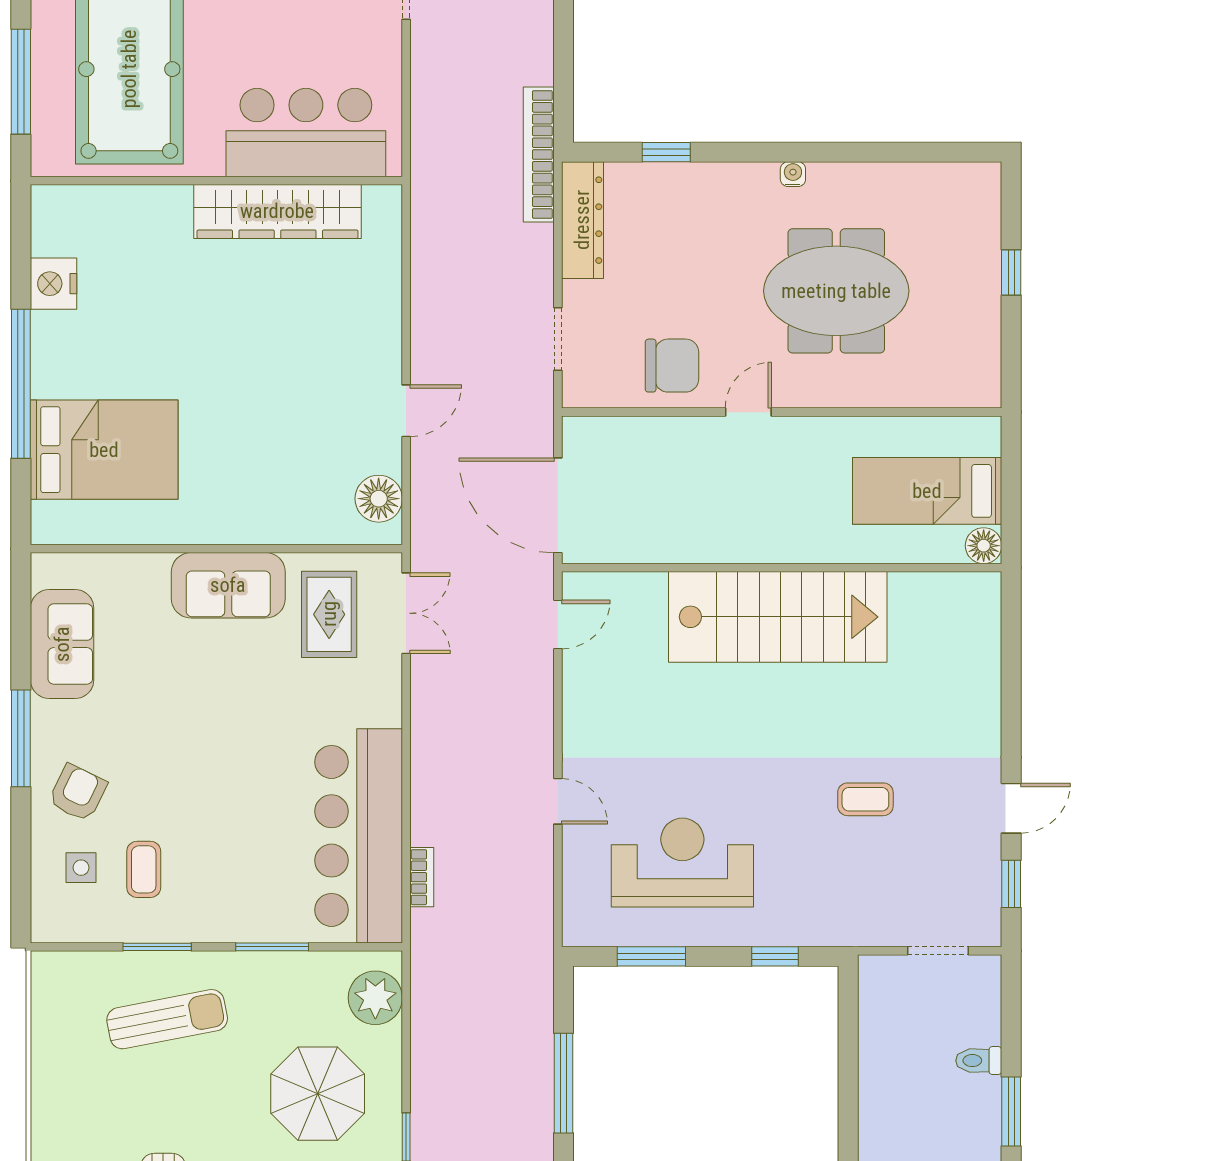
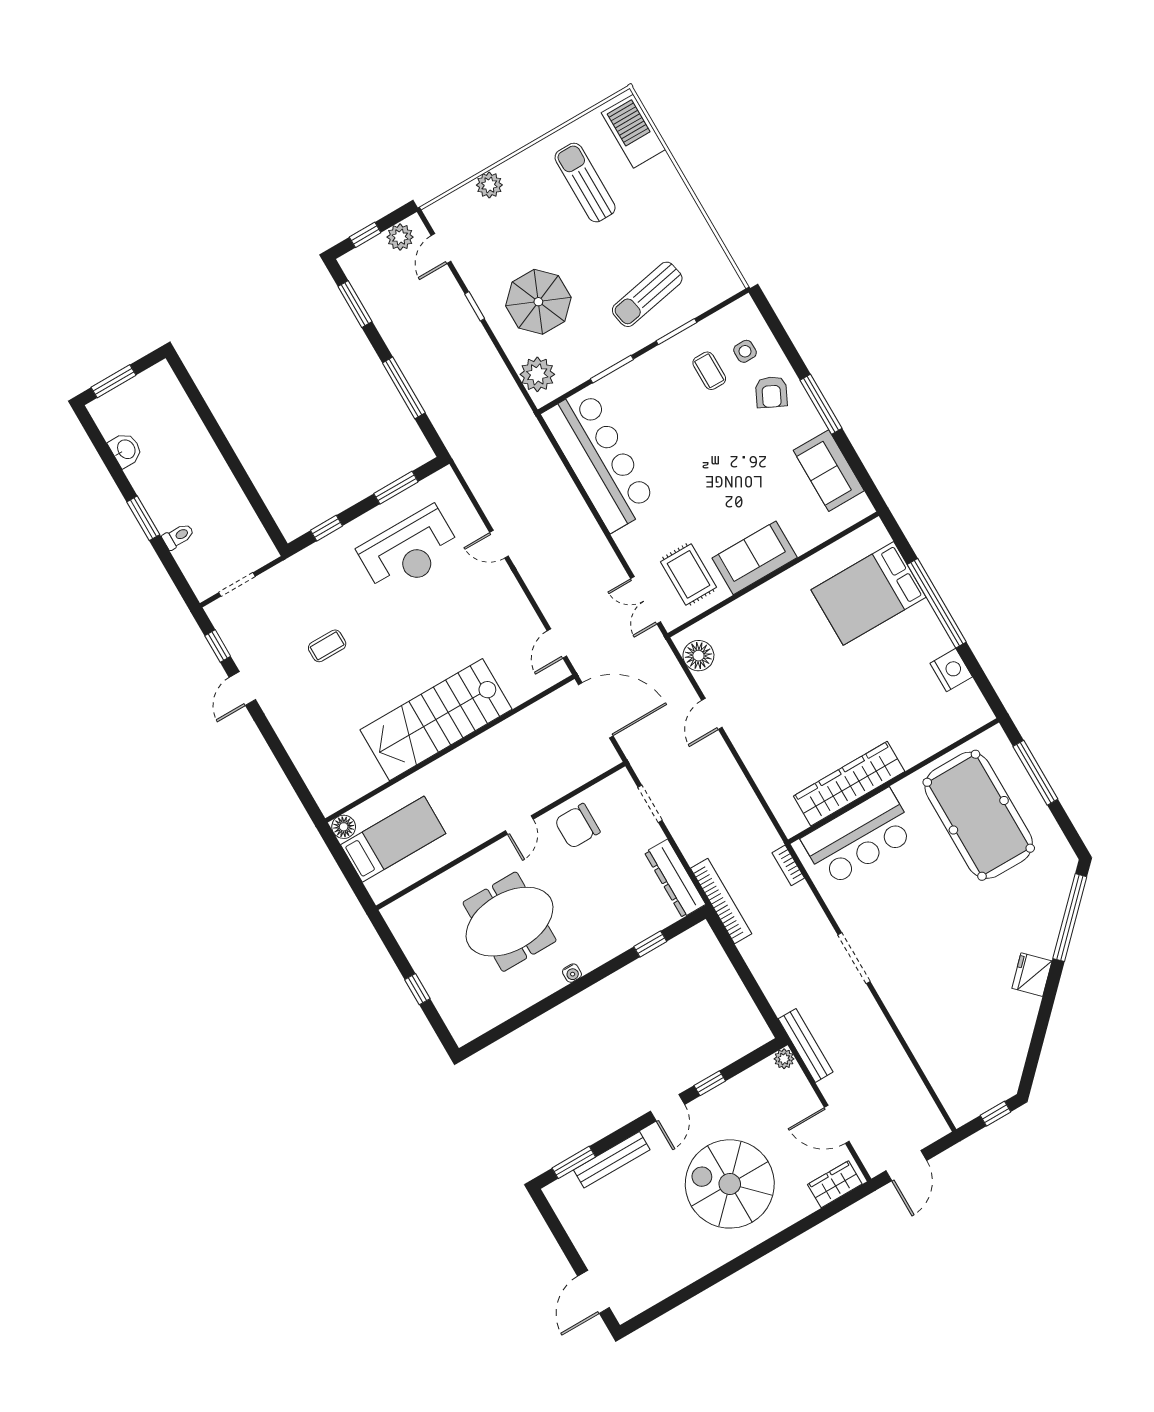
bookcase: (422, 877) -> (788, 865), moved

